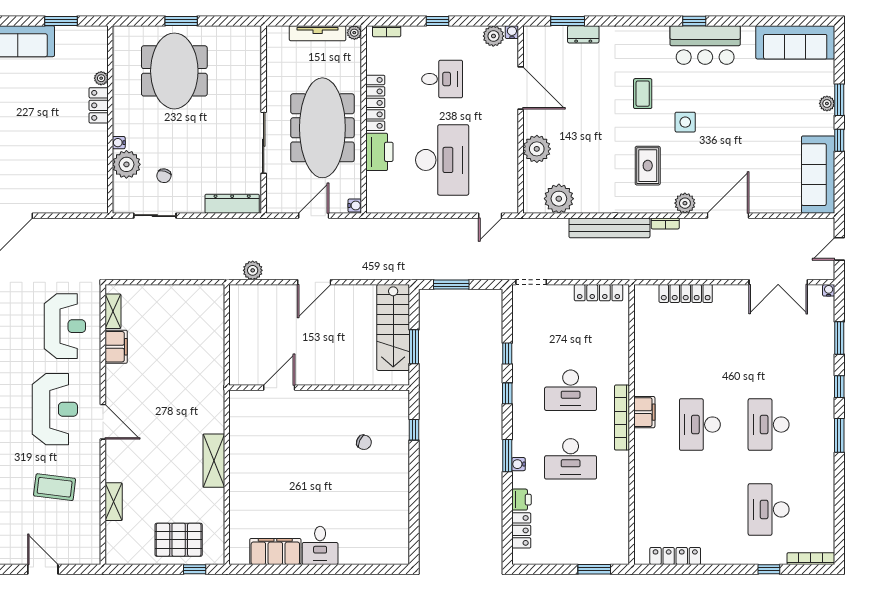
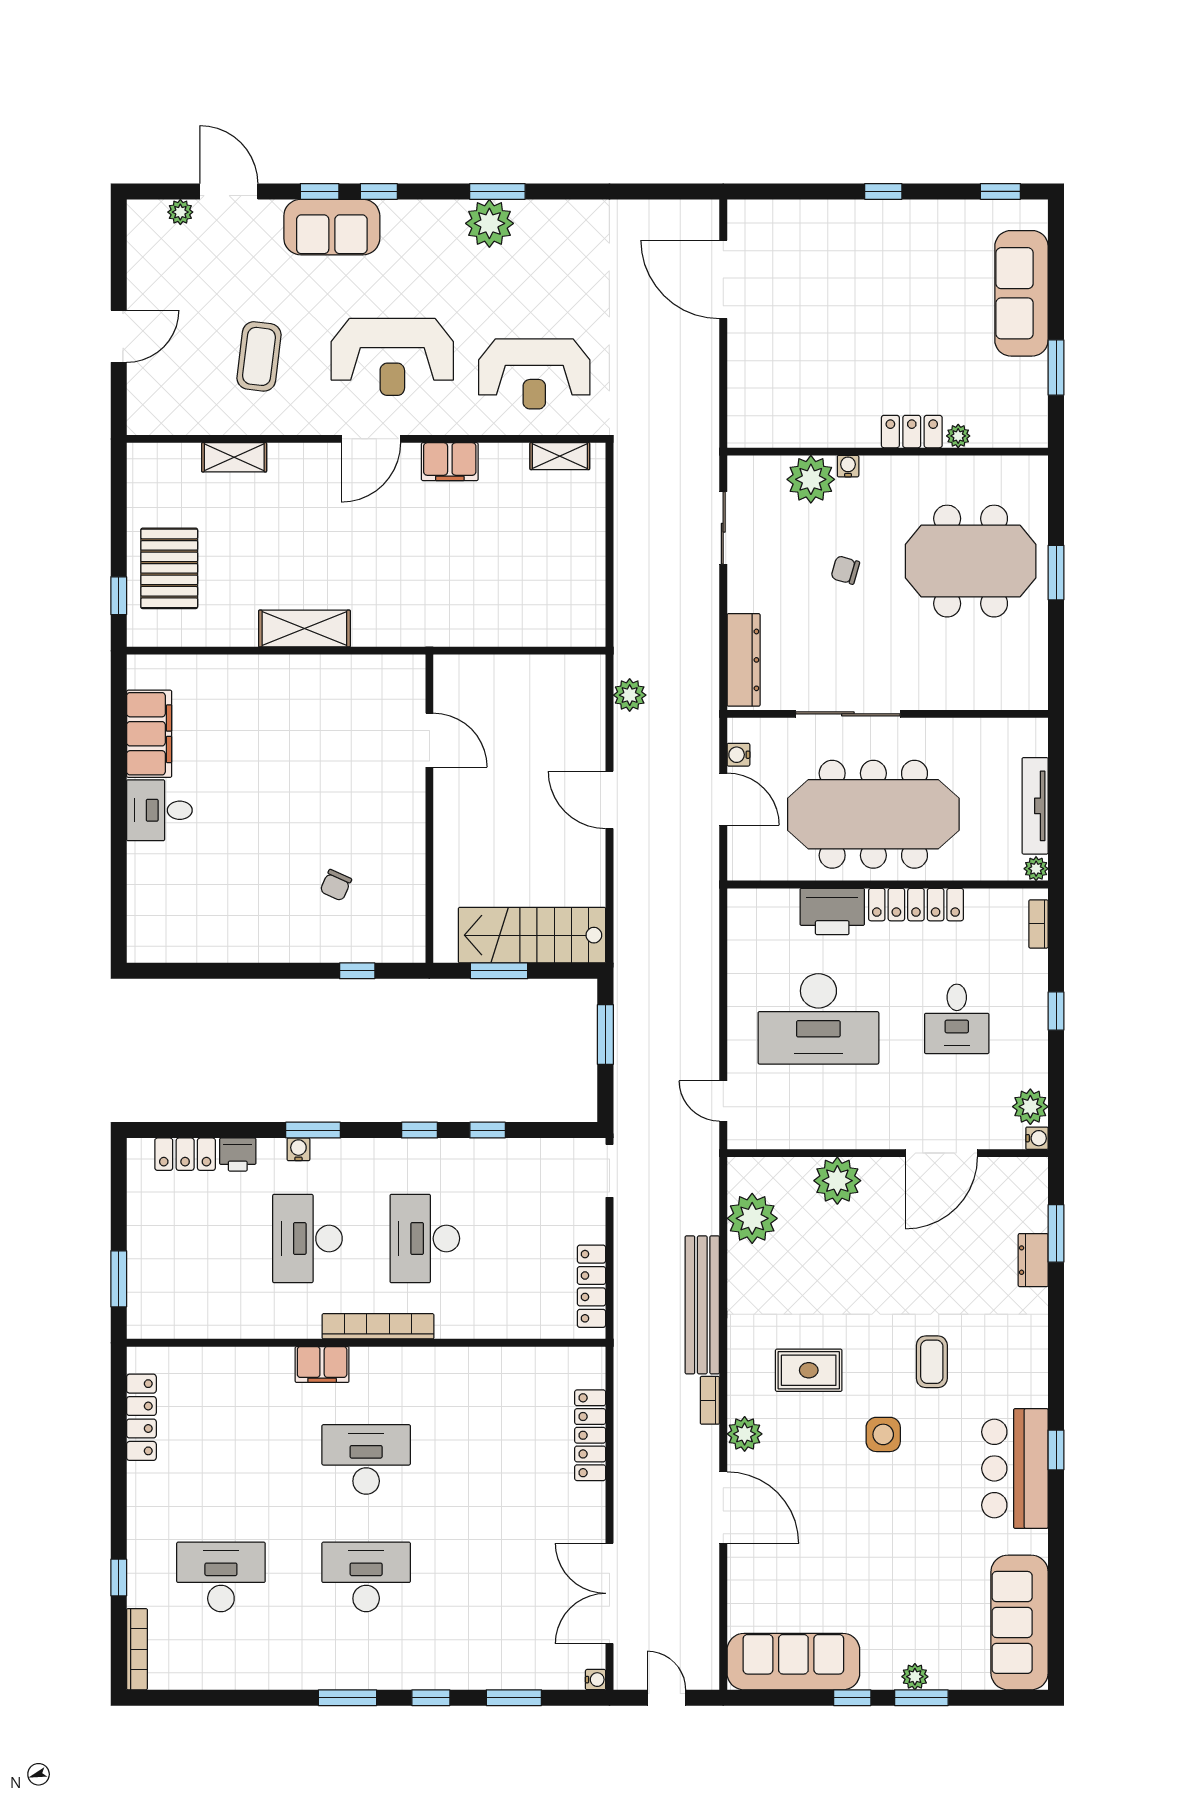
coffee table: (643, 94) -> (932, 1362), turned 90
chair: (164, 176) -> (845, 570), moved
water cooler: (355, 206) -> (738, 755), moved, turned 90
filing cabinet: (116, 347) -> (450, 462), moved
filing cabinet: (644, 412) -> (322, 1365), moved

